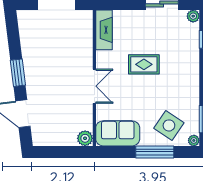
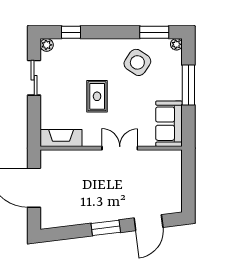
side table: (169, 125) -> (137, 62), moved
plant: (85, 138) -> (174, 158), removed

